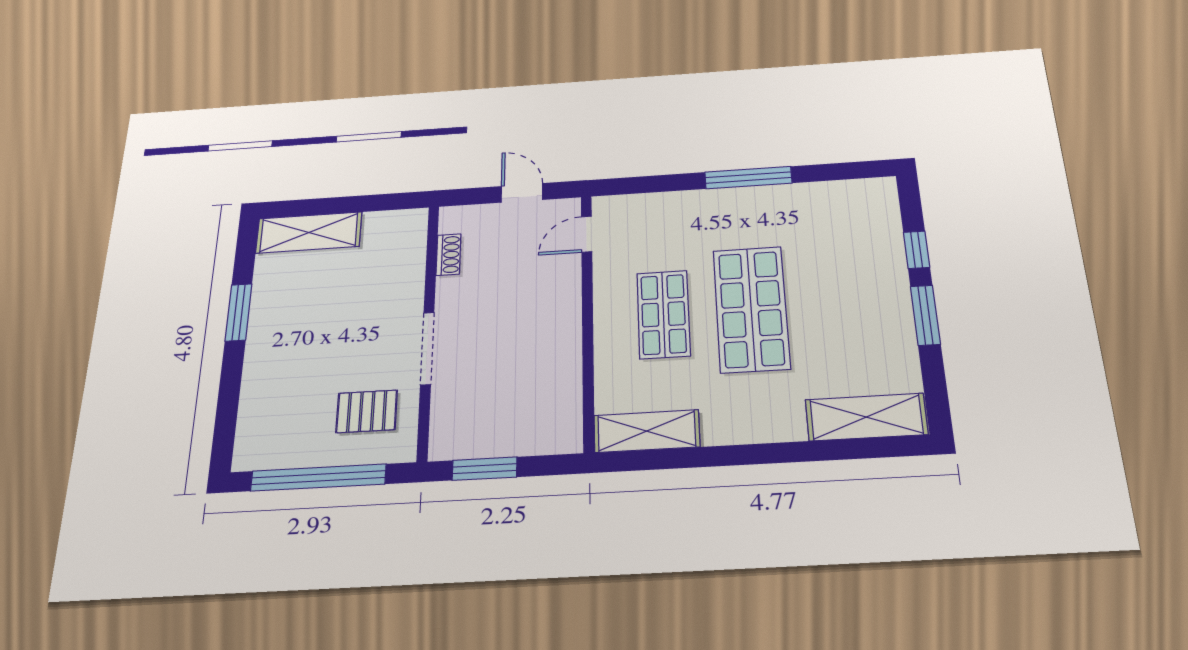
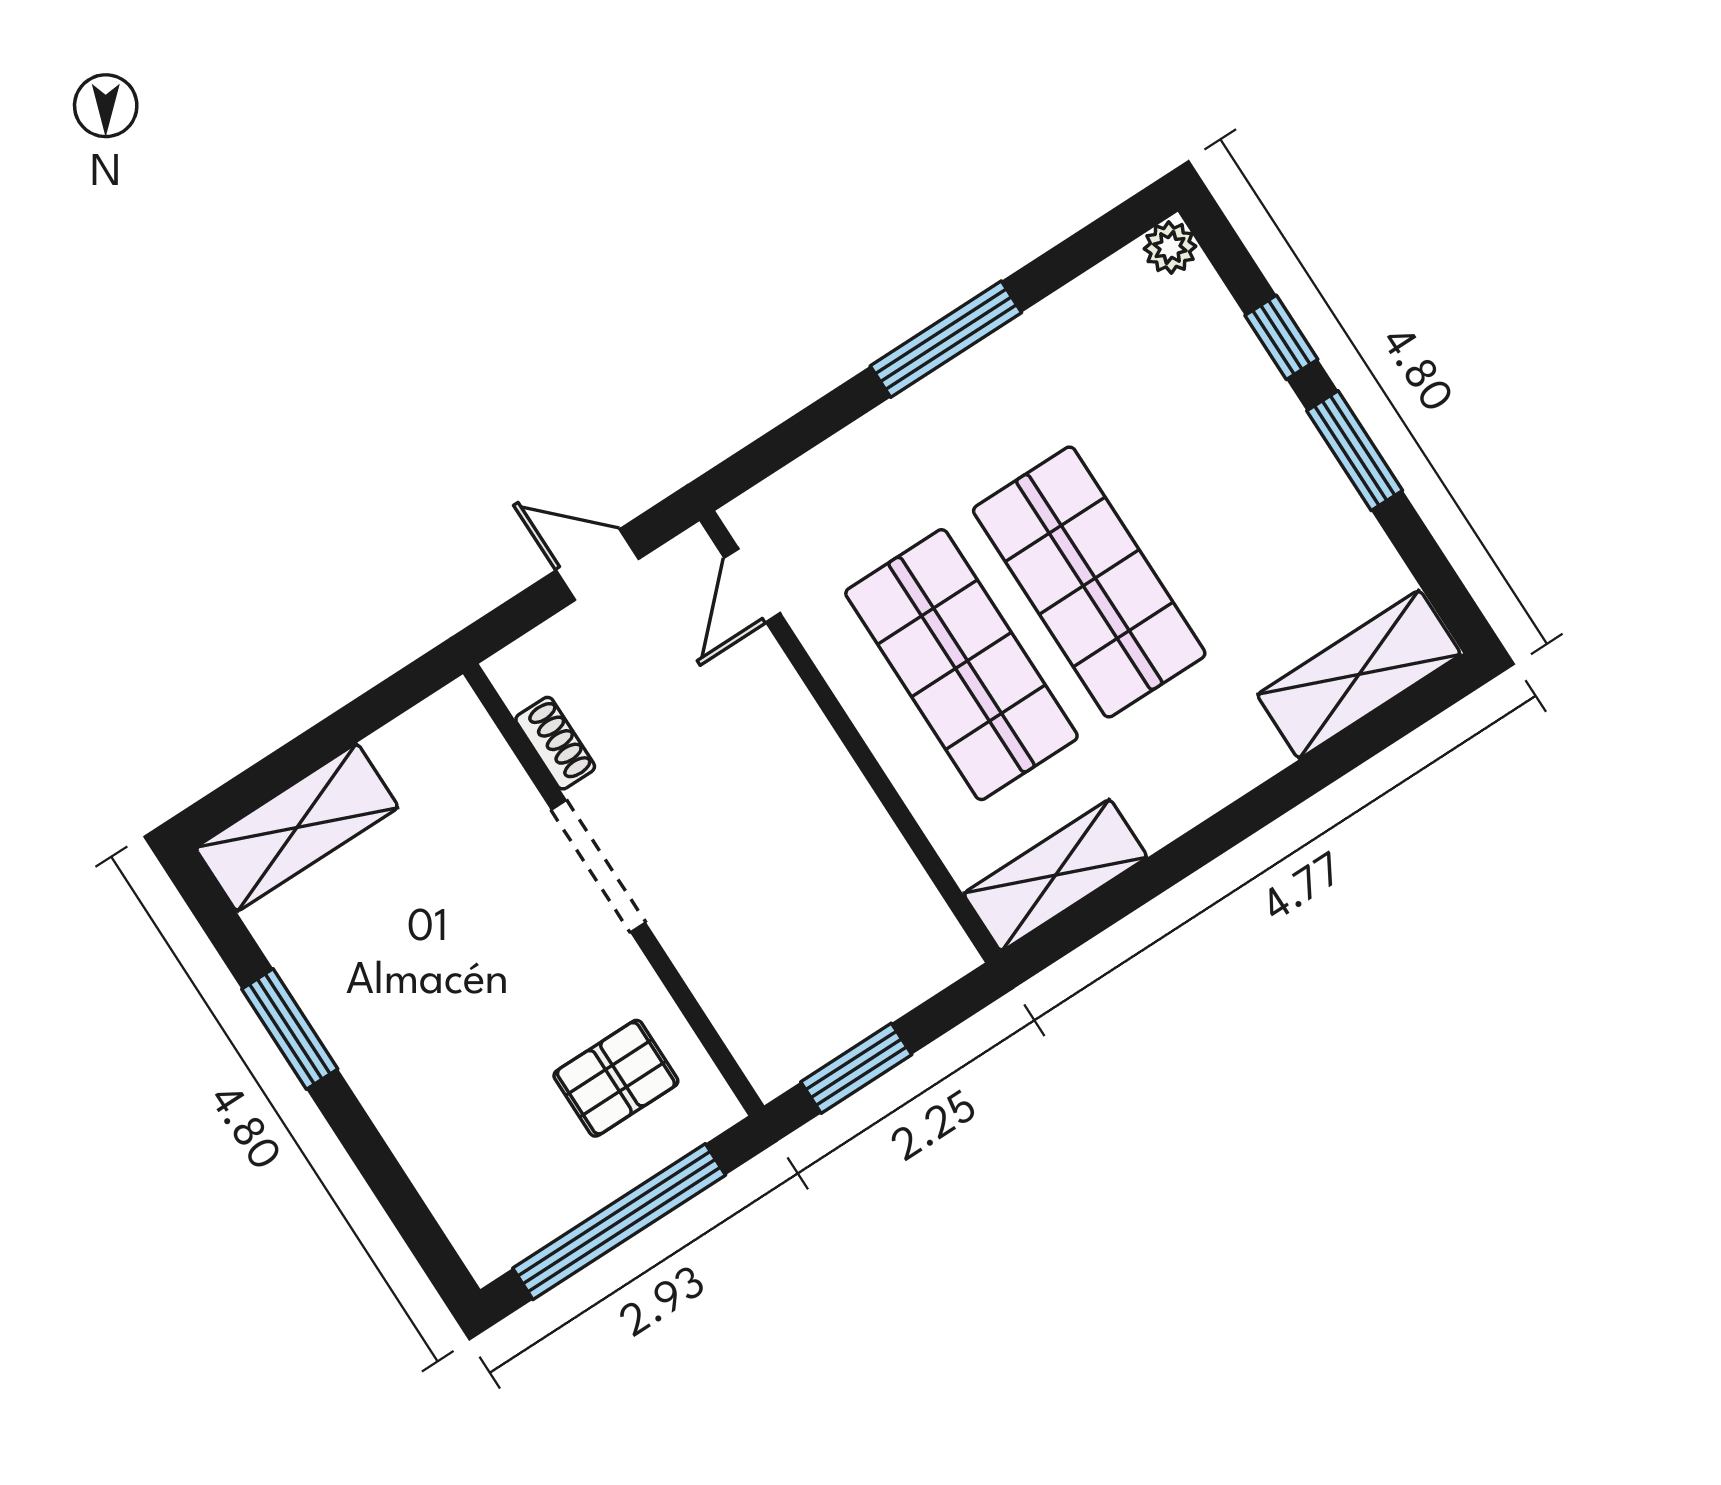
plant: (883, 189) -> (1170, 247), added
shop shelf: (663, 314) -> (961, 665), width x1.43, depth x1.36
doorway: (427, 348) -> (598, 866), moved

